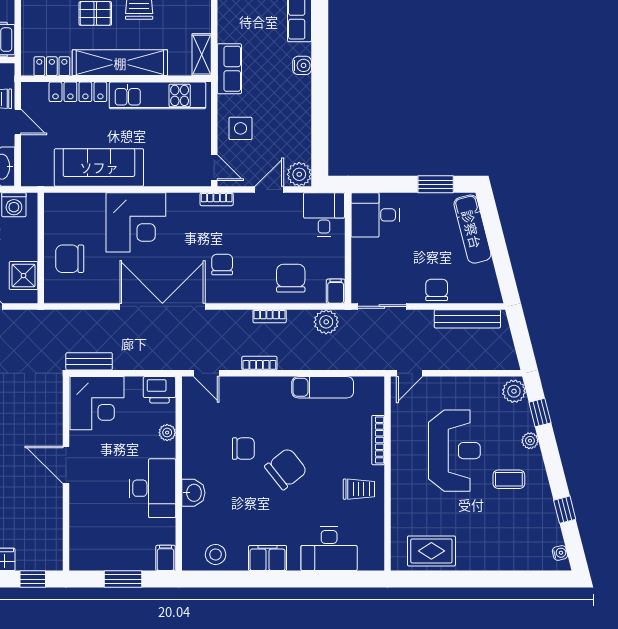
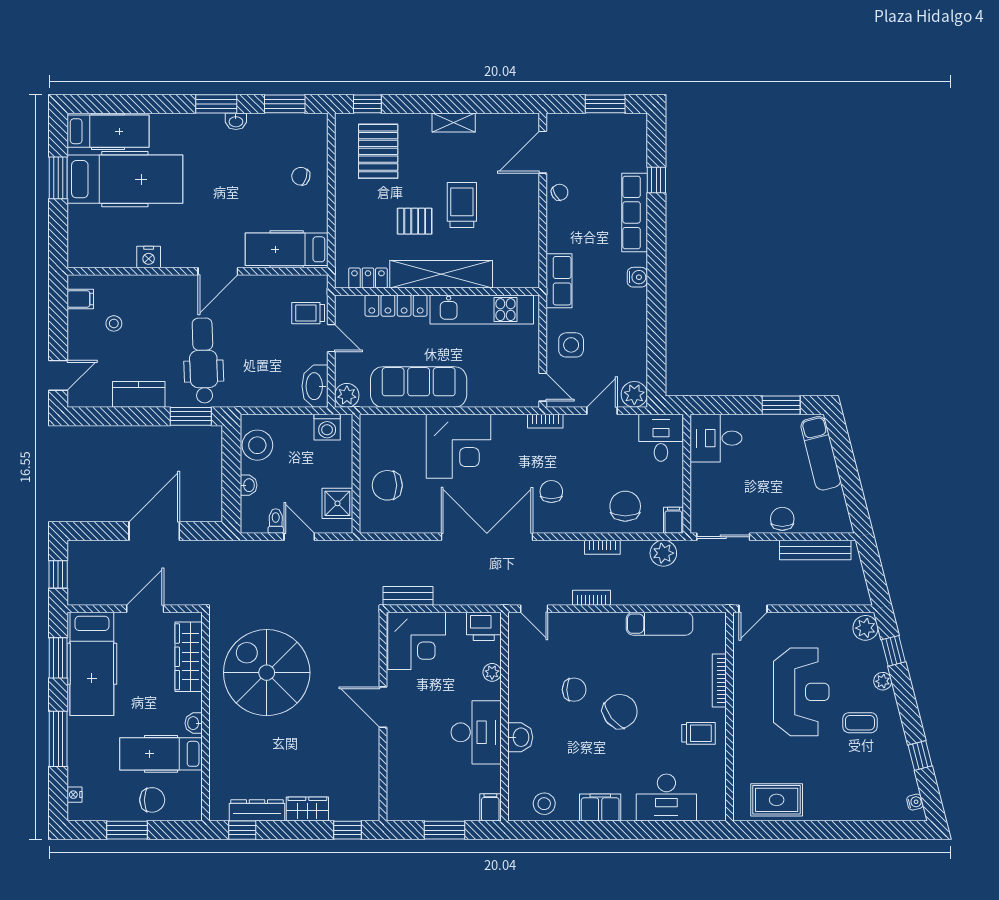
shelving: (202, 55) -> (529, 266), removed
plant: (32, 175) -> (347, 395), added

